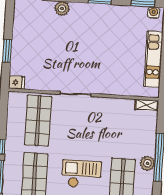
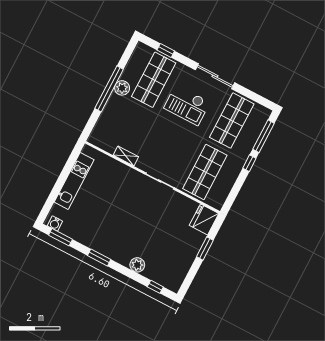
fridge: (17, 83) -> (204, 219), width x1.88, depth x1.34
shelving: (147, 105) -> (126, 156), moved

